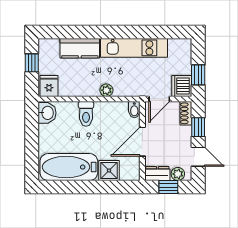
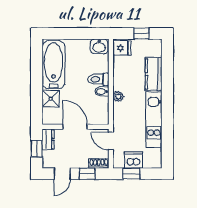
dishwasher: (182, 86) -> (133, 160), moved
bidet: (134, 110) -> (102, 91), moved
plant: (178, 174) -> (48, 157), removed

